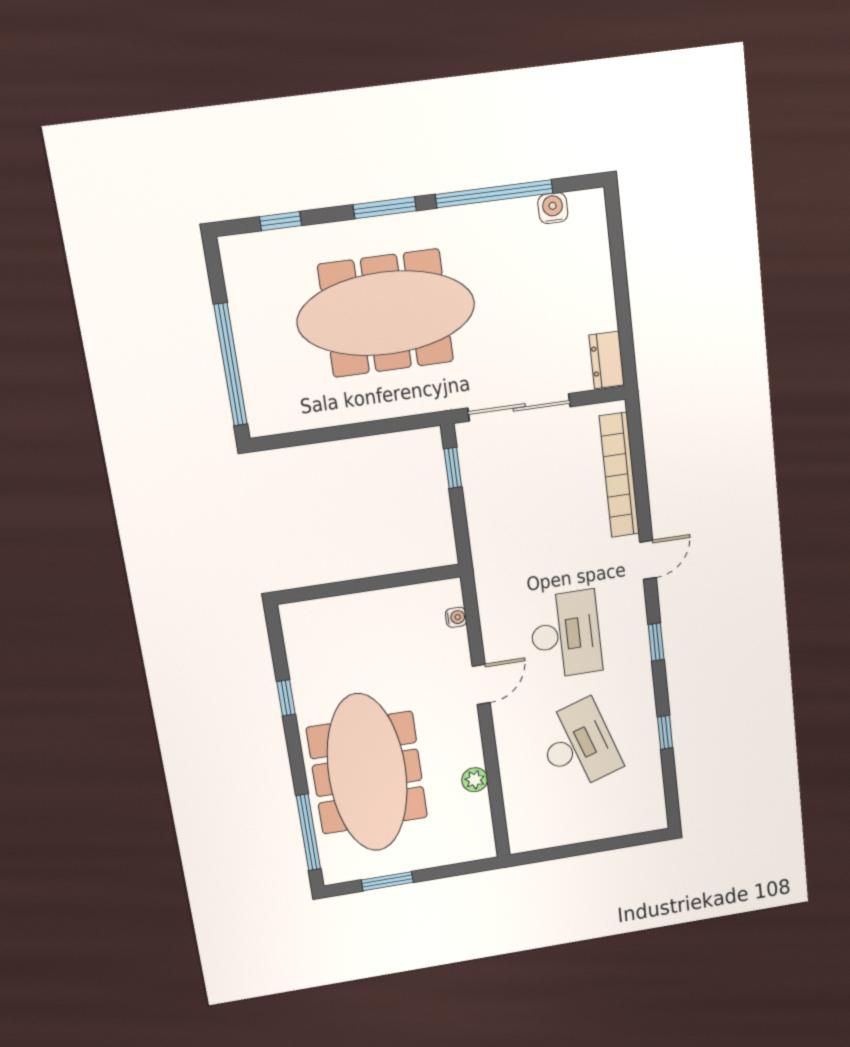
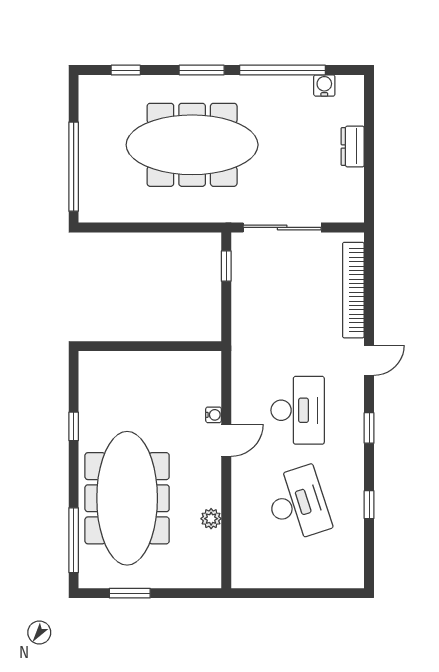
dresser: (607, 360) -> (353, 146), moved
water cooler: (456, 617) -> (214, 415), moved

